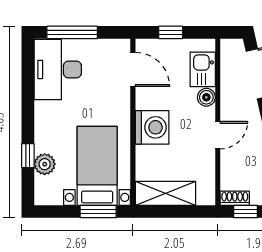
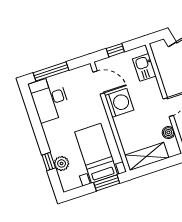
boiler: (206, 97) -> (168, 133), moved
washing machine: (152, 127) -> (119, 103), moved

